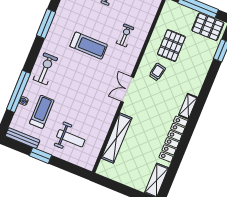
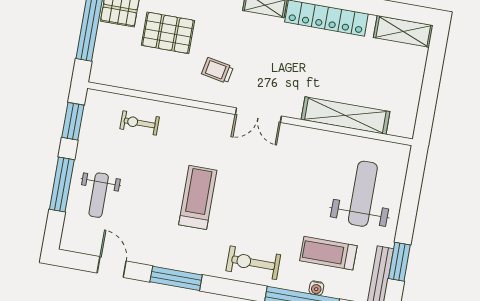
exercise bike: (125, 35) -> (140, 123), moved
pallet: (171, 46) -> (168, 33), moved
weight bench: (71, 138) -> (363, 194), width x1.36, depth x1.33
window: (40, 155) -> (399, 262), moved

